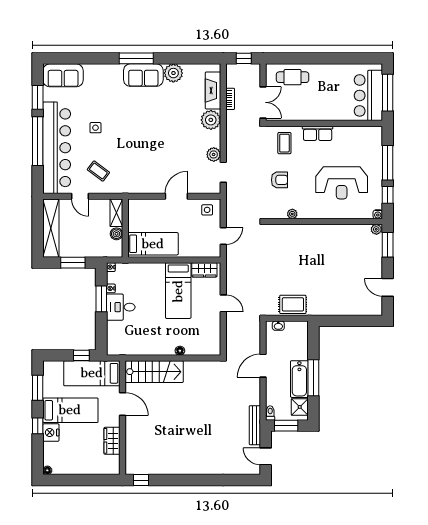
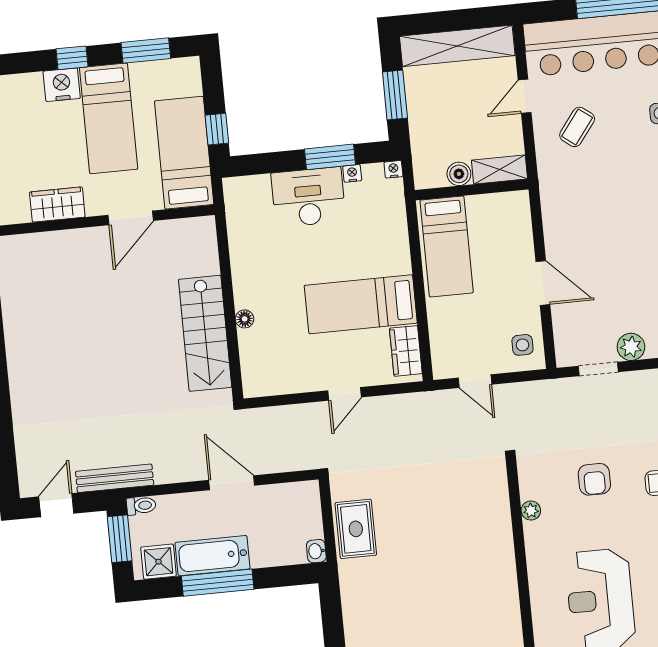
desk: (121, 307) -> (308, 197), width x1.37
washbasin: (278, 326) -> (316, 551), moved
stairs: (154, 372) -> (205, 333), moved

